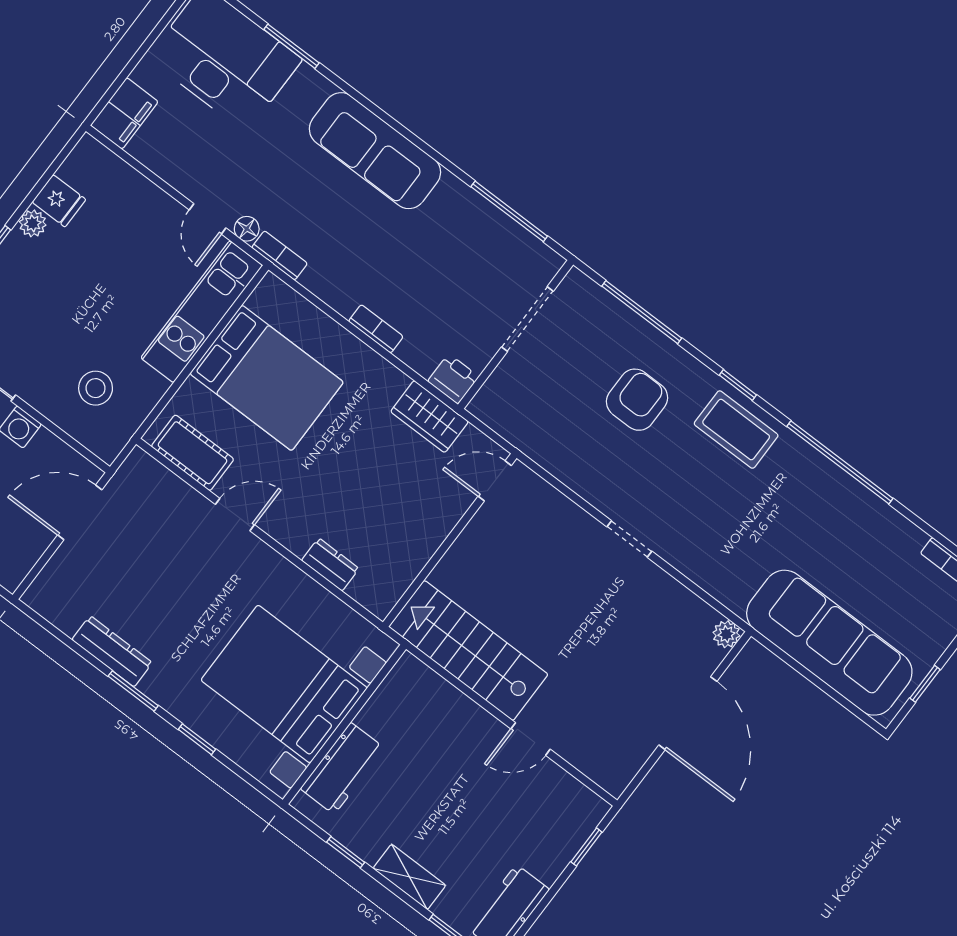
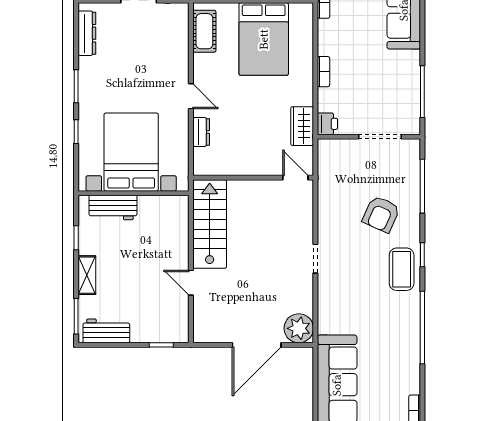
armchair: (637, 400) -> (381, 214), turned 114
door: (235, 515) -> (191, 96), moved
plant: (726, 634) -> (299, 328), width x1.87, depth x1.87
dresser: (112, 651) -> (87, 33), moved

